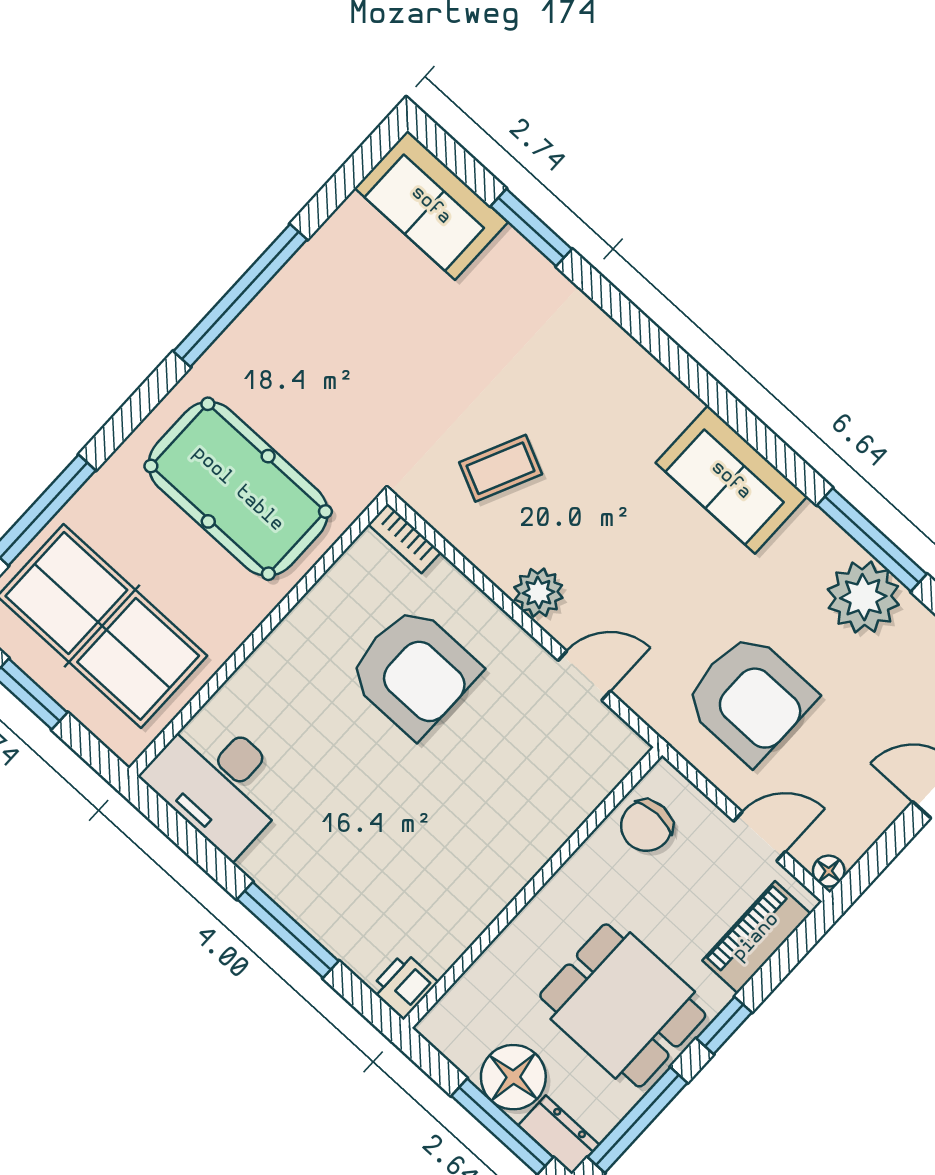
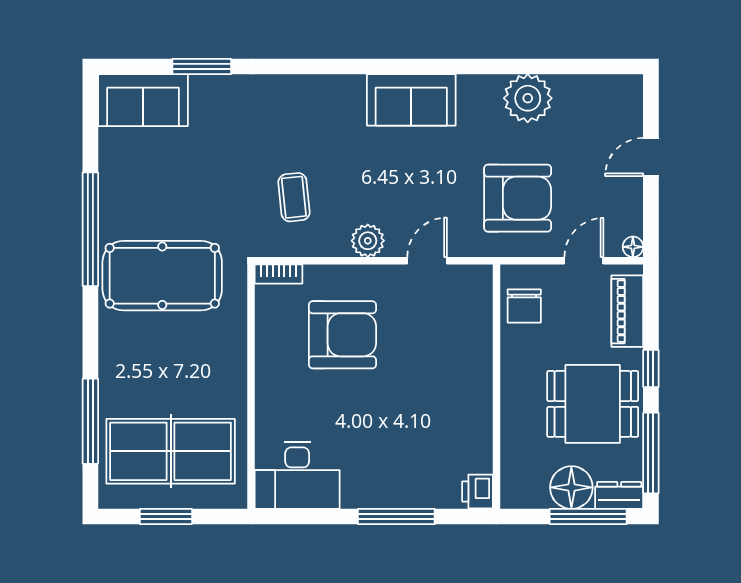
coffee table: (501, 468) -> (294, 197), turned -31
pool table: (238, 489) -> (162, 276), moved
window: (872, 540) -> (506, 66), removed

